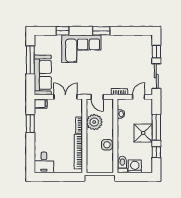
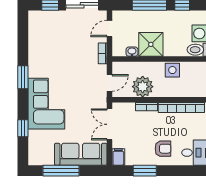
door: (139, 97) -> (109, 28), hinge flipped
shower: (143, 133) -> (151, 44), moved
armchair: (47, 138) -> (163, 149), added

